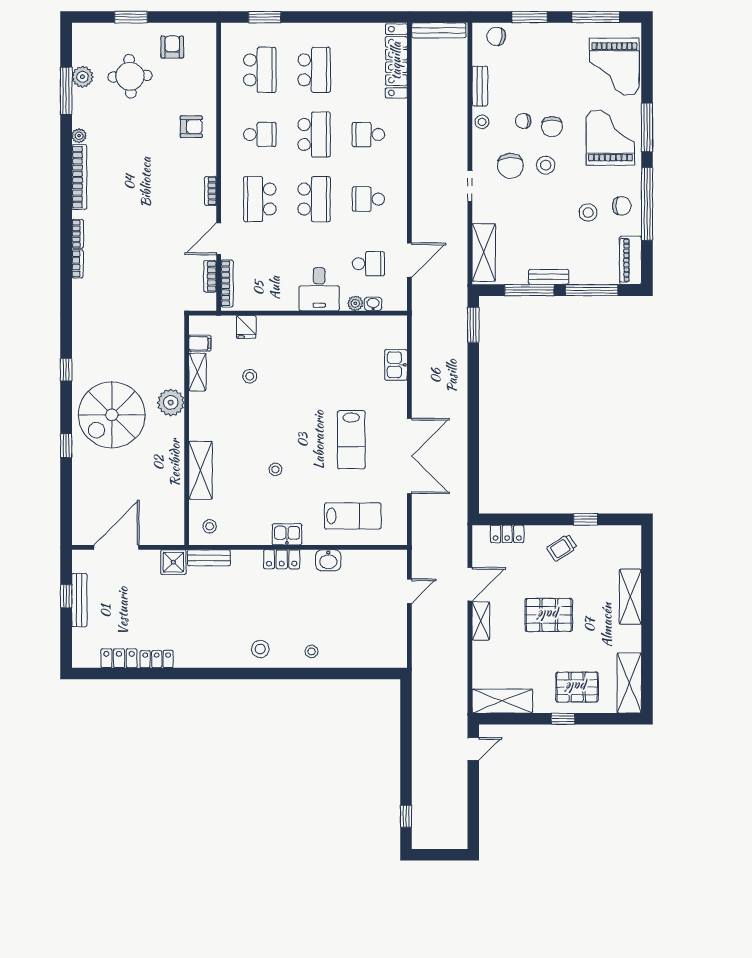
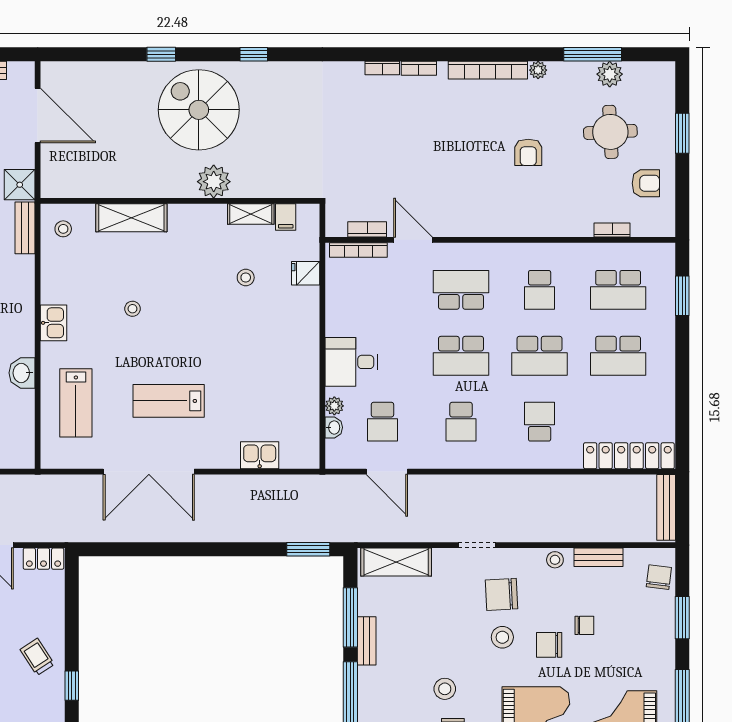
chair: (523, 121) -> (584, 625), moved, turned 90
armchair: (191, 127) -> (528, 152), moved
bookcase: (211, 191) -> (612, 230), moved
school desk: (368, 199) -> (461, 422), turned 180
locker: (507, 534) -> (43, 559), moved, turned -90
locker: (282, 559) -> (23, 316), removed

